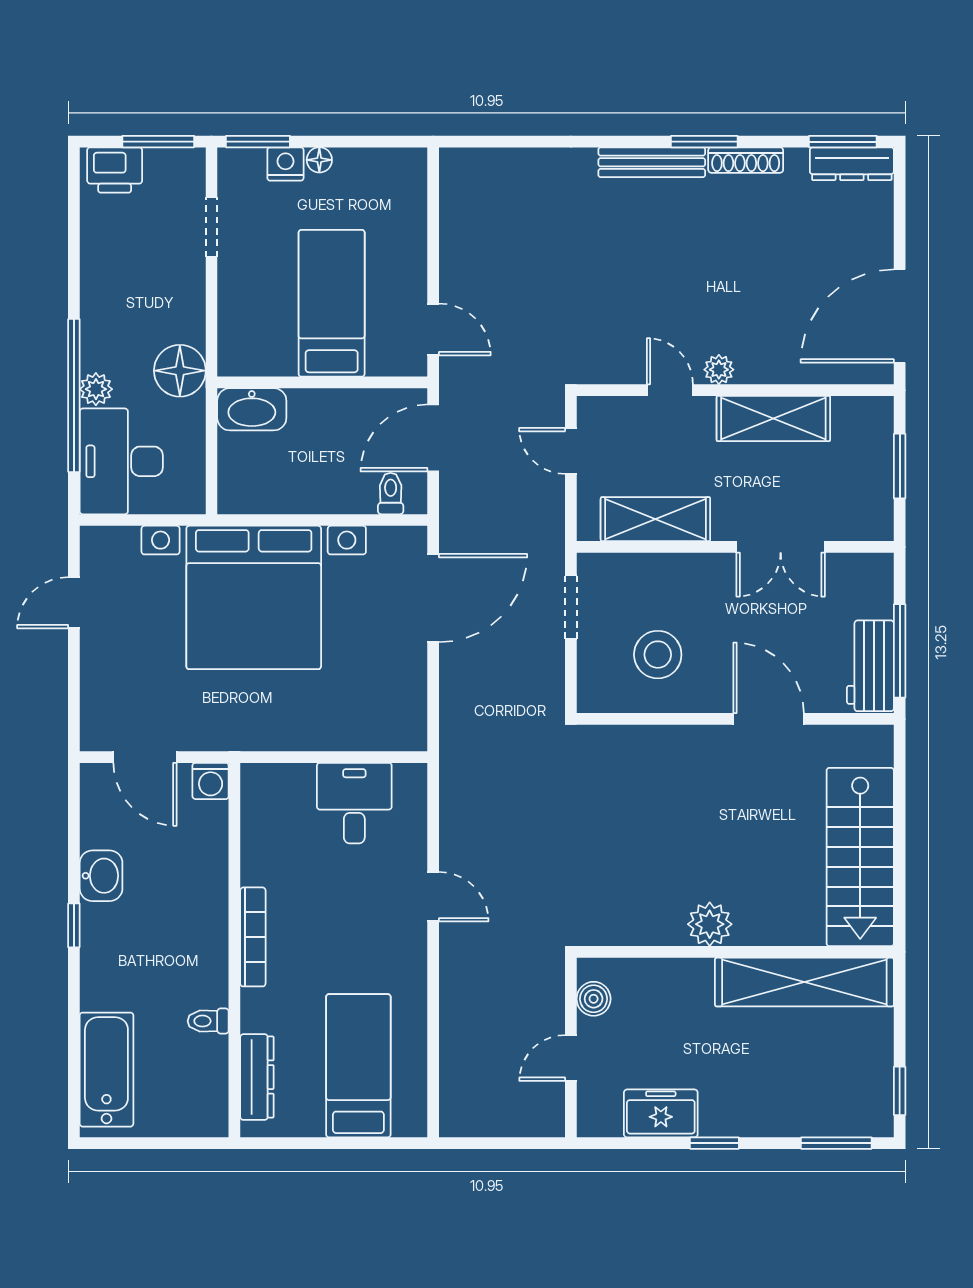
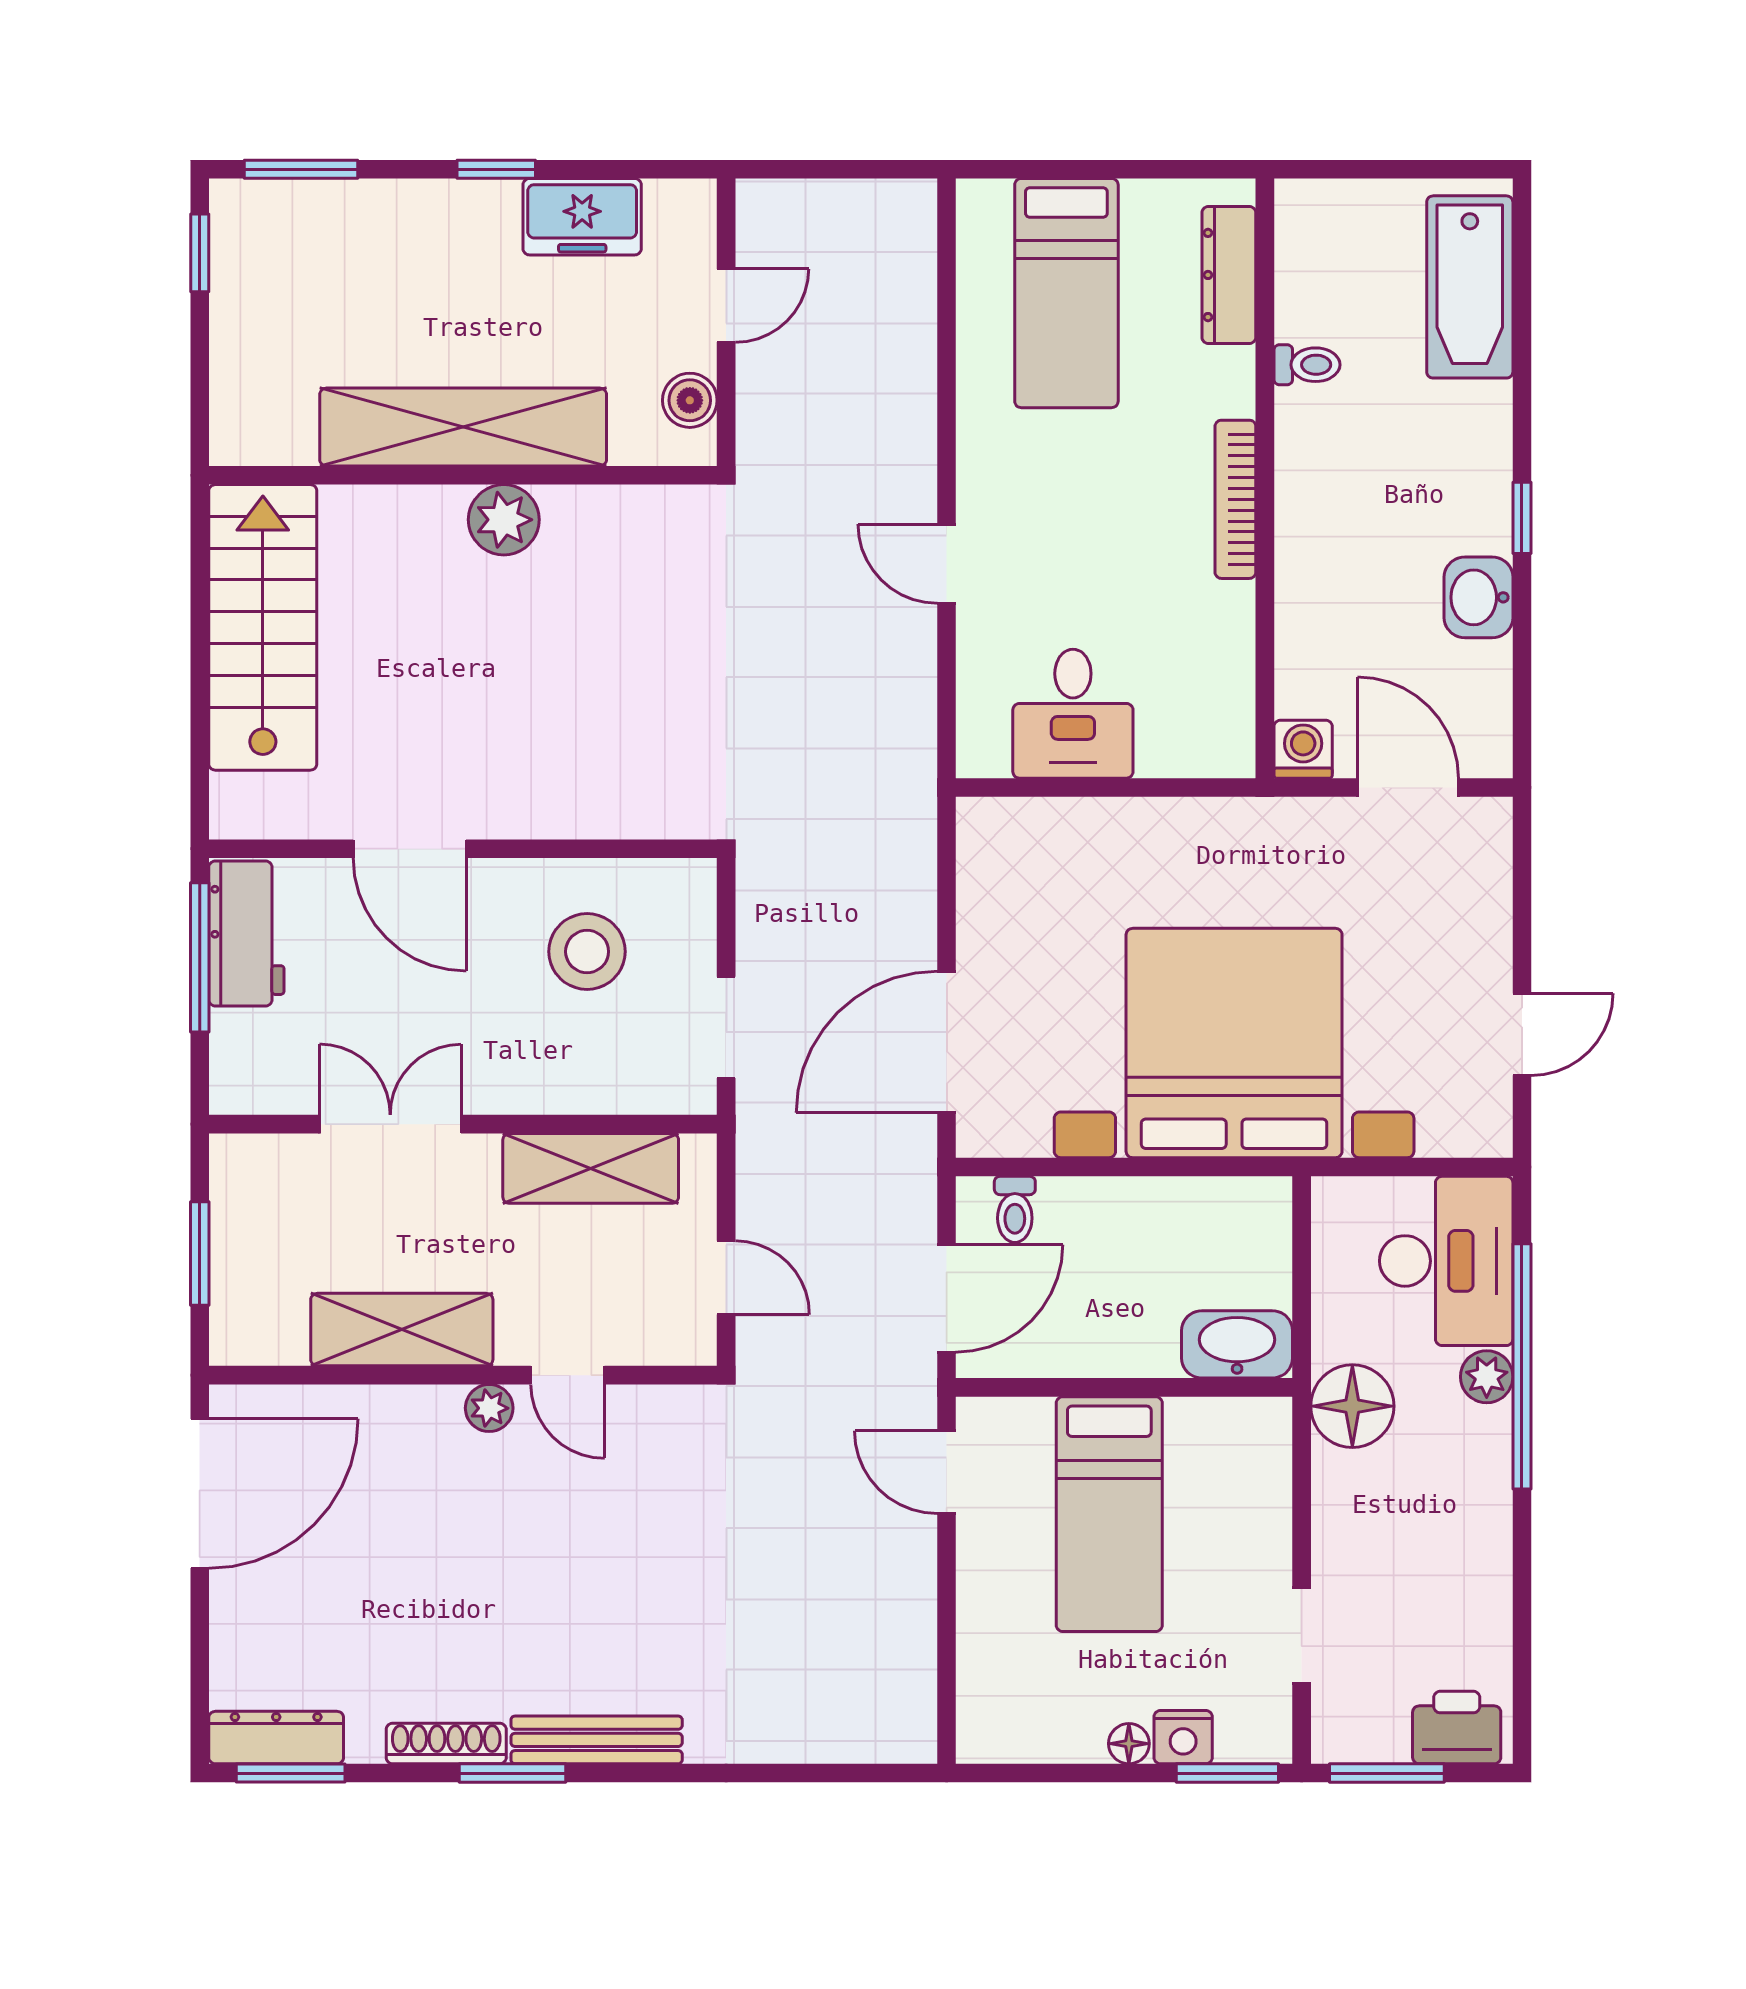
shelving: (804, 982) -> (463, 427), moved

